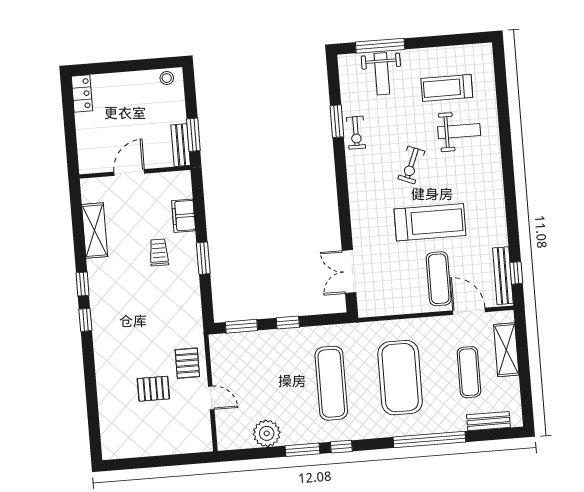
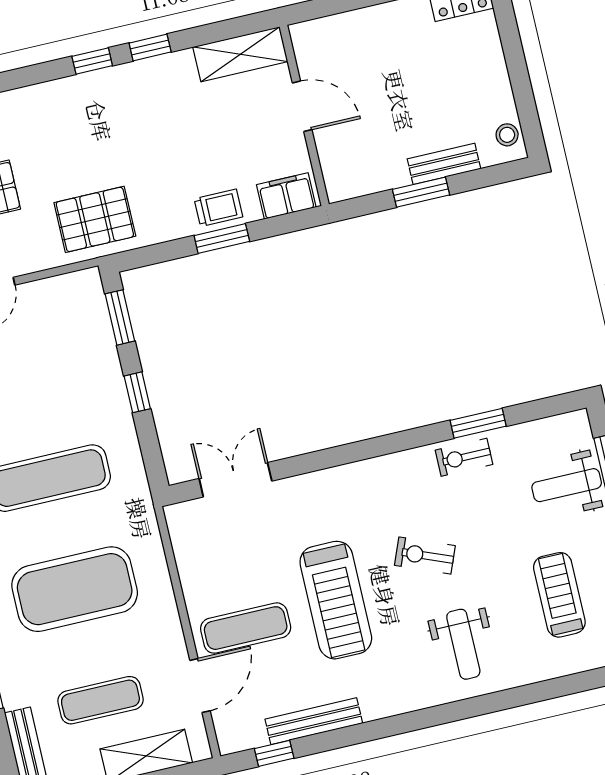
weight bench: (459, 131) -> (463, 644), moved
bench: (181, 145) -> (444, 164), moved
wall: (135, 172) -> (304, 115), moved
door: (129, 173) -> (302, 106), moved
trolley: (159, 252) -> (218, 208), moved
bench: (503, 276) -> (314, 721), moved
pallet: (187, 363) -> (95, 219), moved, width x1.50, depth x1.42

